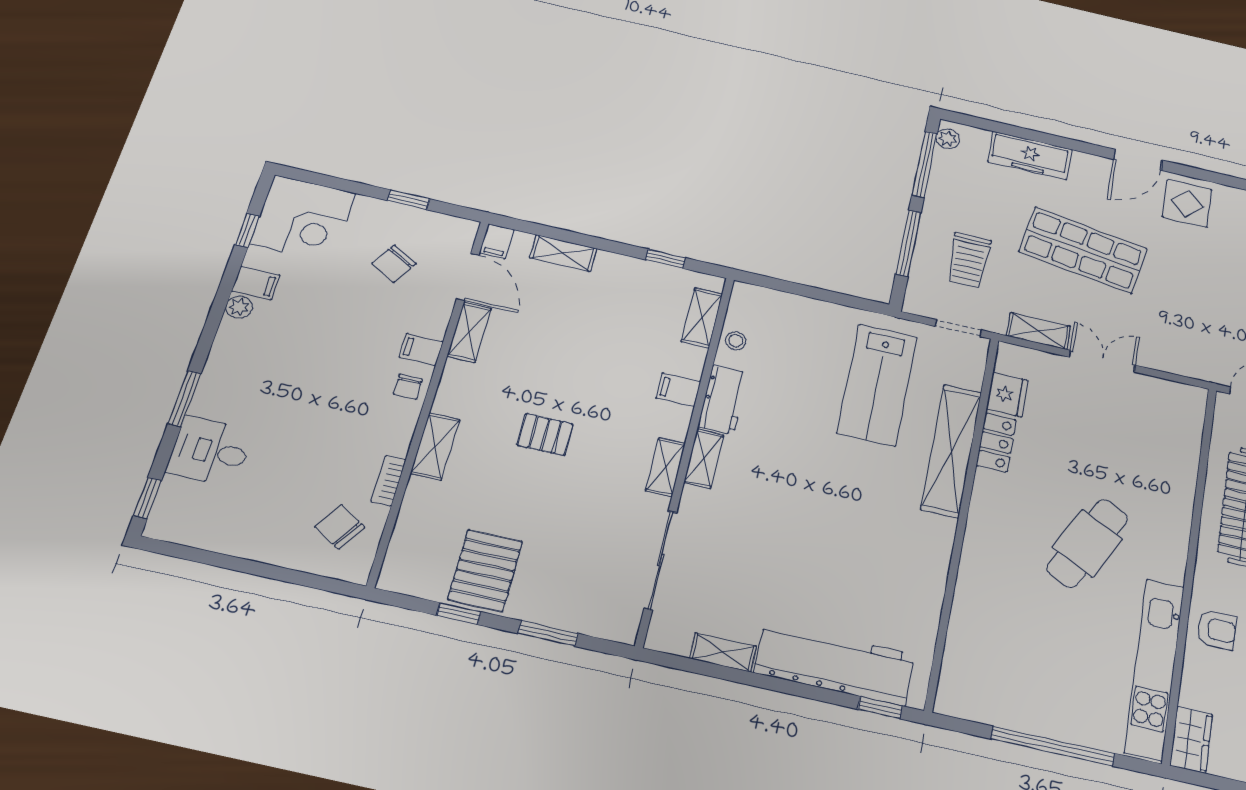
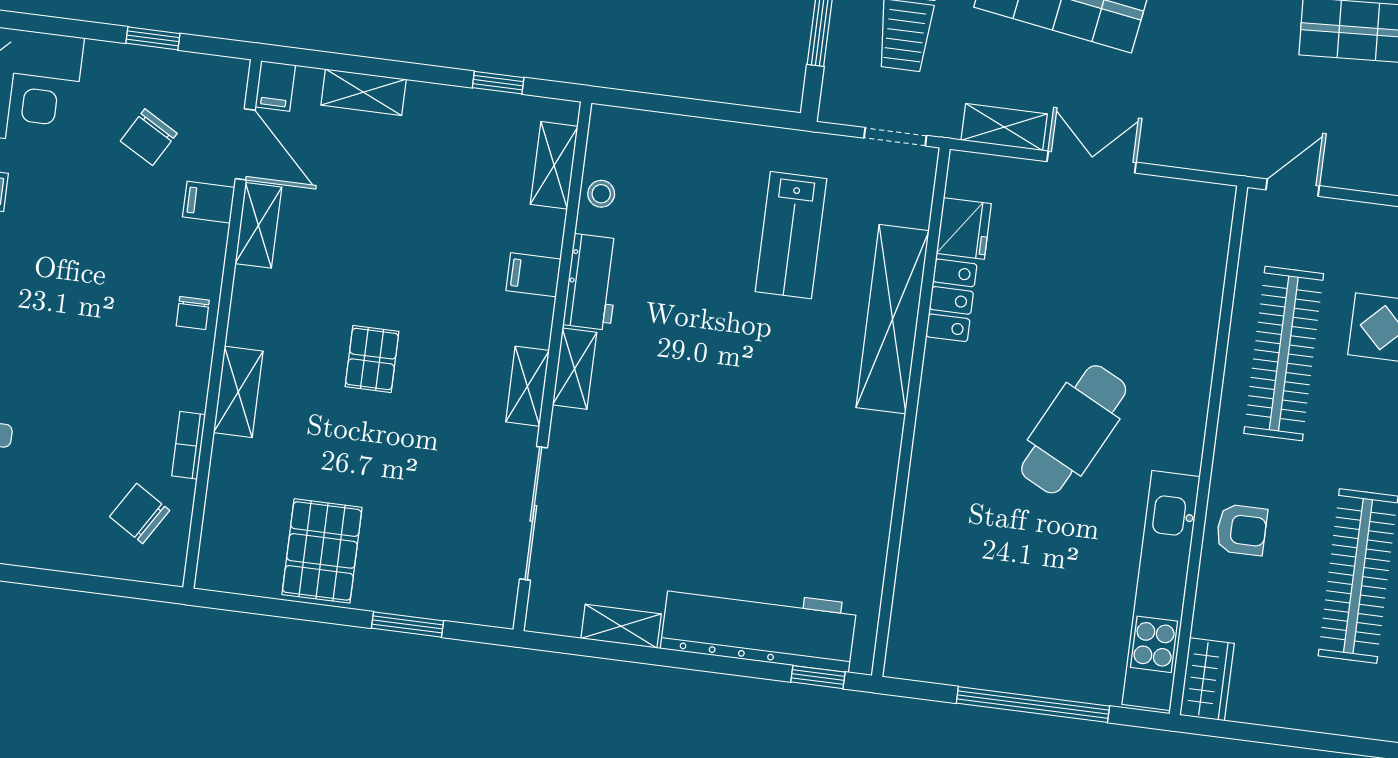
filing cabinet: (421, 349) -> (209, 202), moved
lab bench: (877, 385) -> (791, 235), width x0.73, depth x0.72
pallet: (545, 435) -> (372, 359), turned 90
window: (459, 614) -> (298, 610), removed

